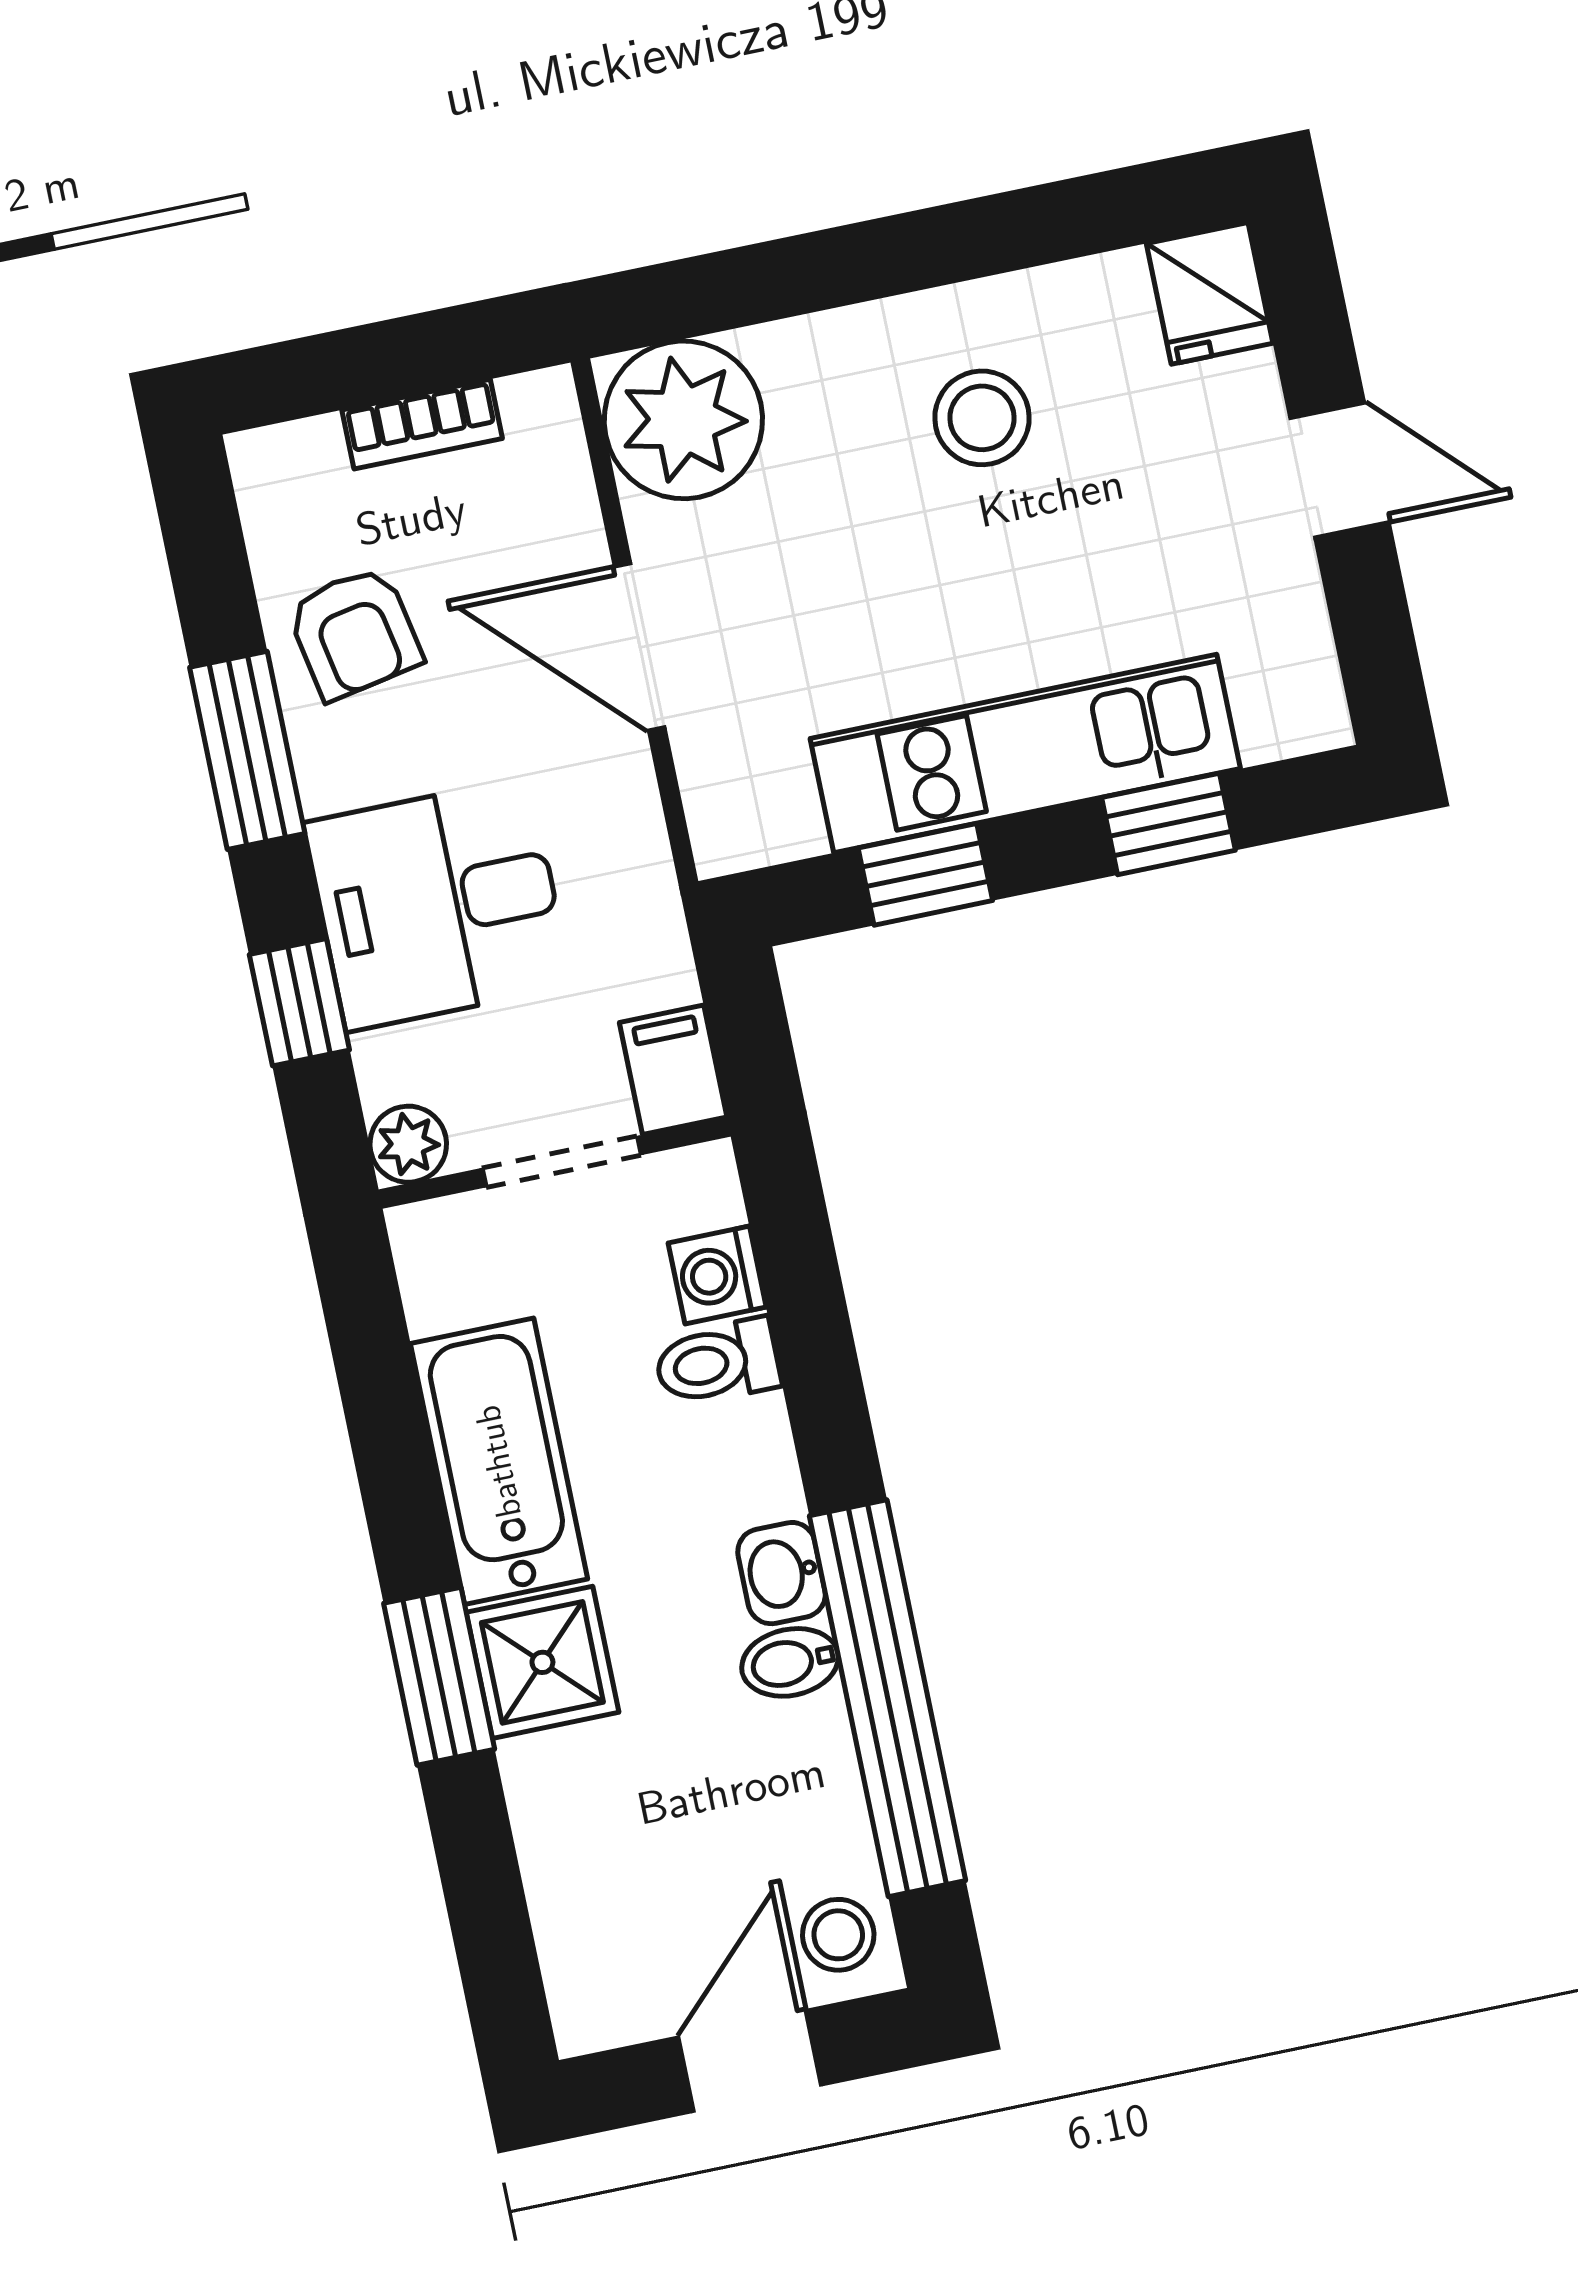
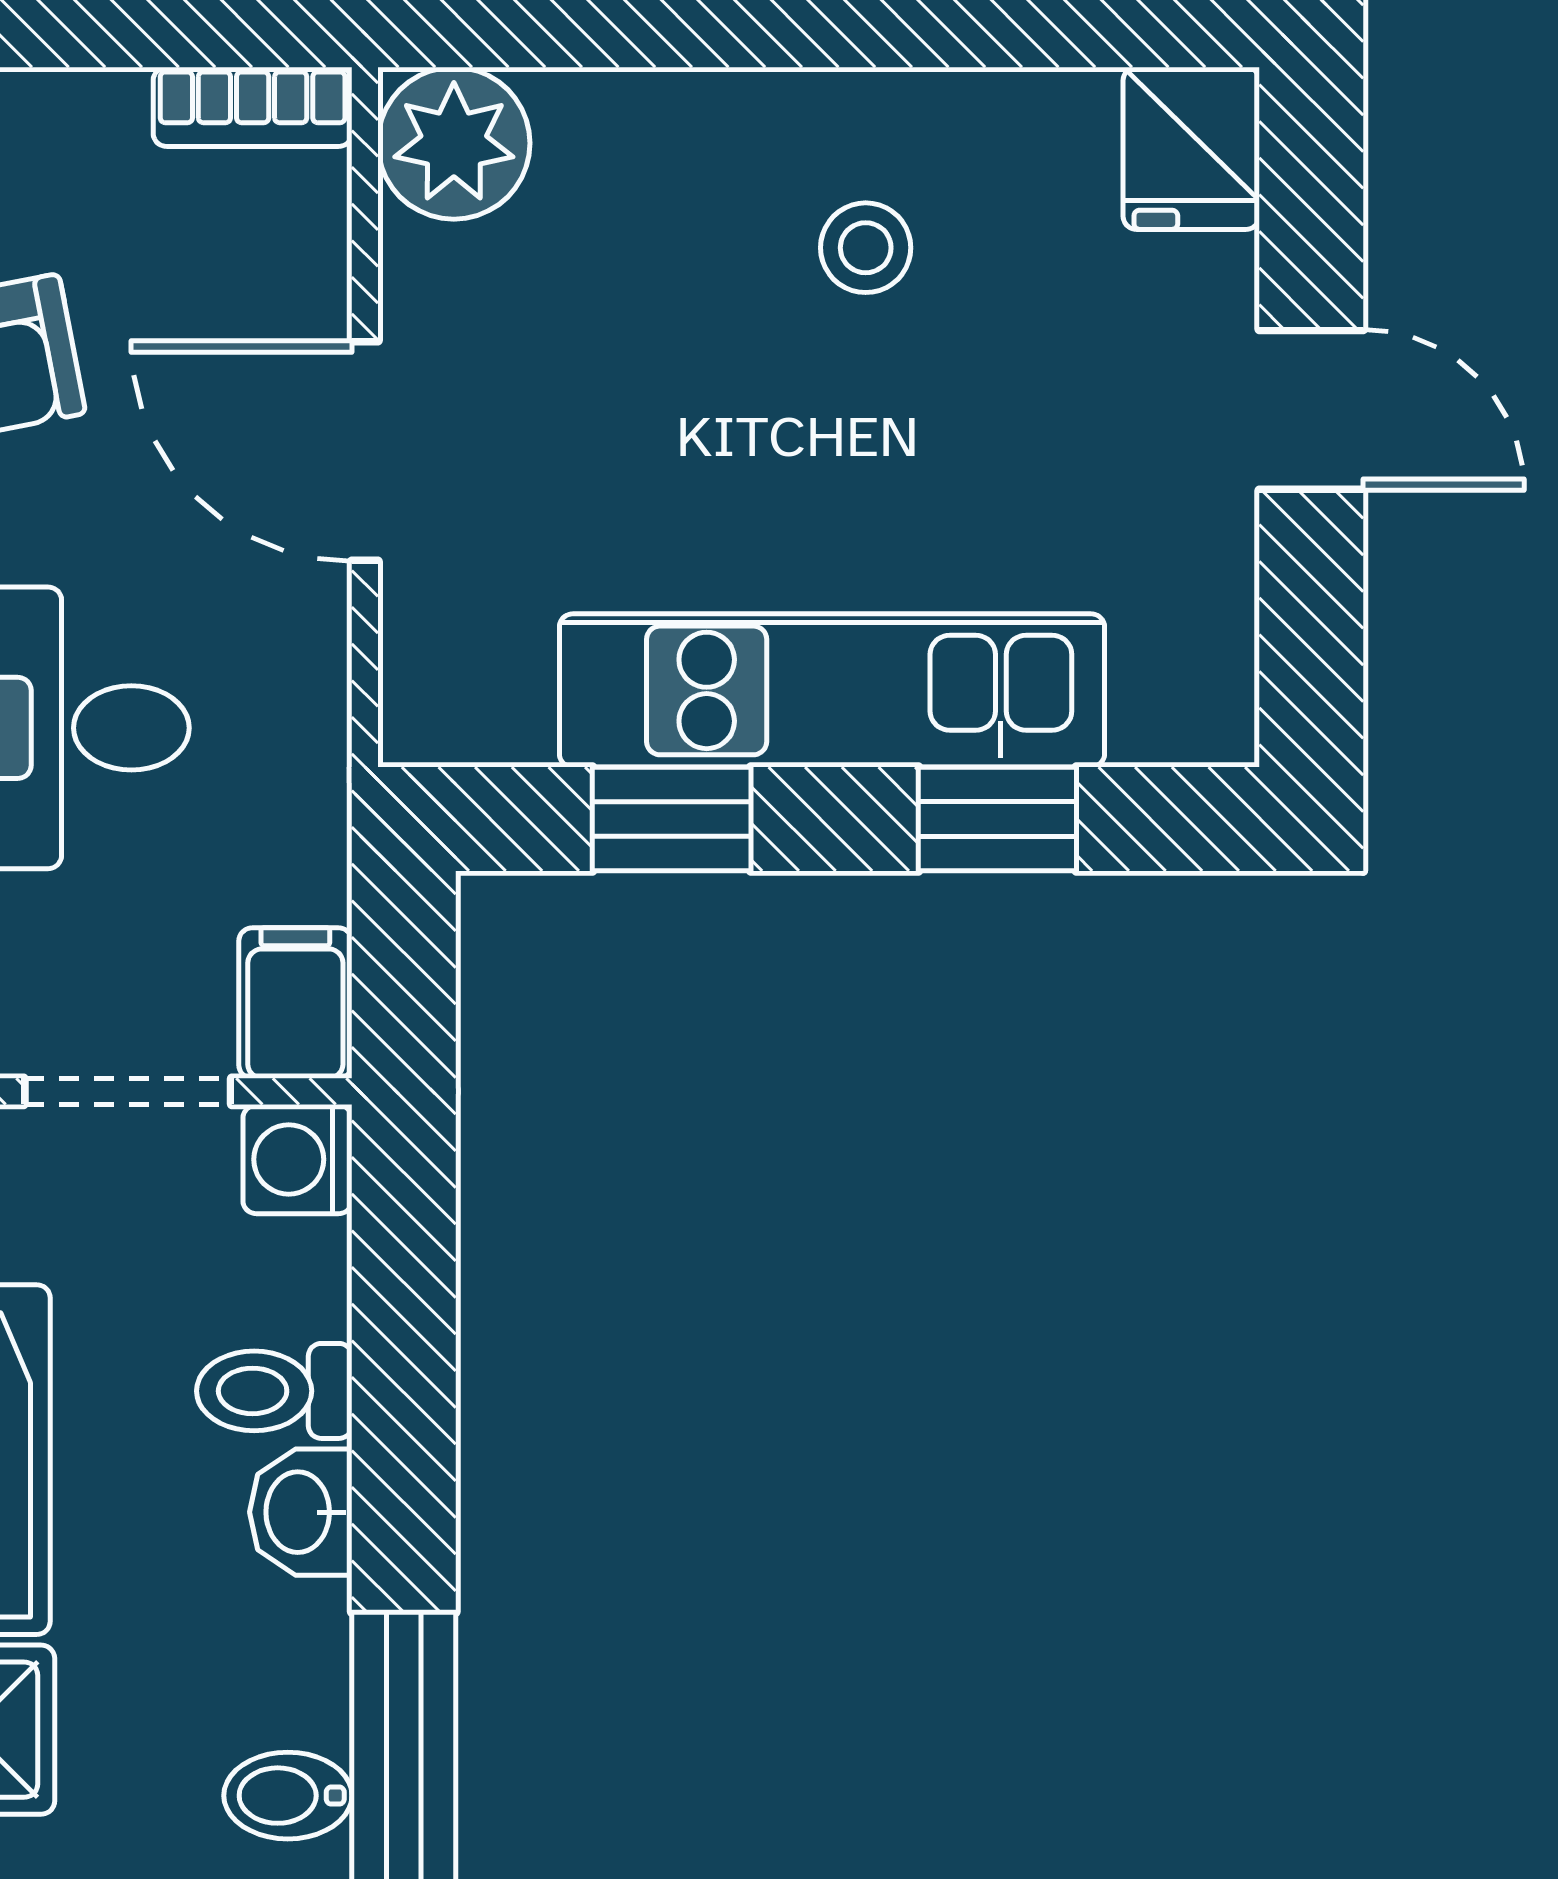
stool: (982, 418) -> (866, 248), width x0.73, depth x0.73
plant: (683, 420) -> (454, 143), width x0.73, depth x0.73
bookcase: (422, 424) -> (253, 107), moved
washing machine: (717, 1275) -> (297, 1159), moved
washbasin: (782, 1573) -> (301, 1512), moved

